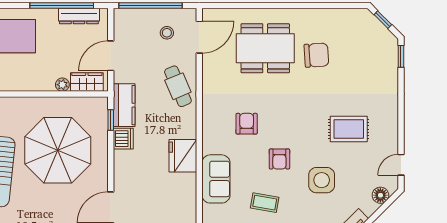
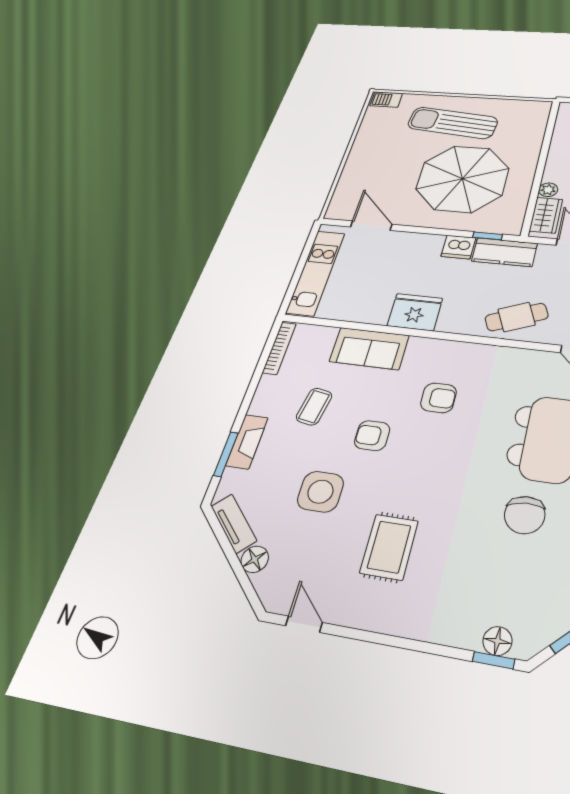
floor lamp: (391, 56) -> (497, 641), added
floor lamp: (380, 195) -> (255, 559), moved

